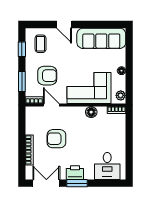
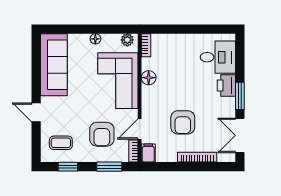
door: (64, 24) -> (36, 112), swing flipped
armchair: (47, 76) -> (102, 134), turned 180
filing cabinet: (33, 112) -> (148, 153), added
printer: (75, 173) -> (226, 86), moved

